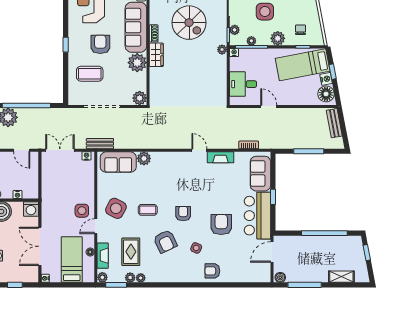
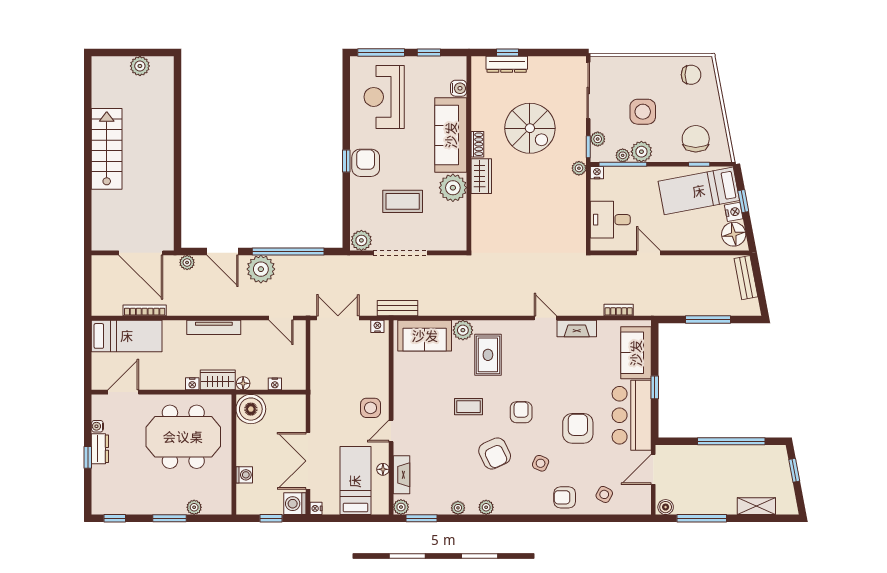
chair: (300, 30) -> (696, 139), width x1.87, depth x1.87
plant: (278, 38) -> (641, 152), moved
armchair: (100, 44) -> (366, 163), moved
coffee table: (90, 74) -> (403, 201), moved
plant: (140, 98) -> (361, 240), moved
side table: (116, 208) -> (604, 494), moved, width x0.54, depth x0.54
washing machine: (31, 209) -> (295, 504), moved, turned 90
rug: (131, 252) -> (488, 355), moved
plant: (130, 278) -> (486, 507), moved

